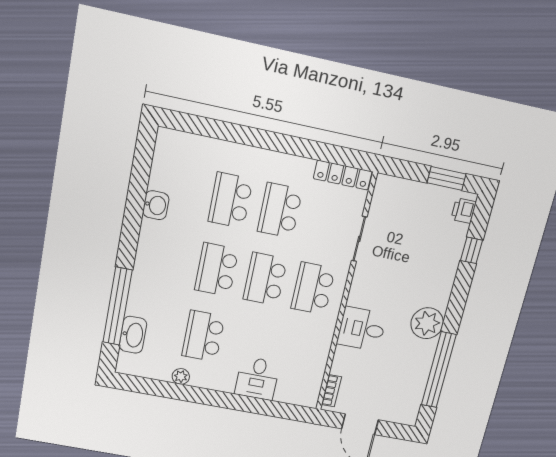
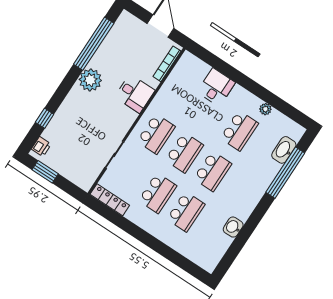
bookcase: (331, 391) -> (167, 64), width x1.56

